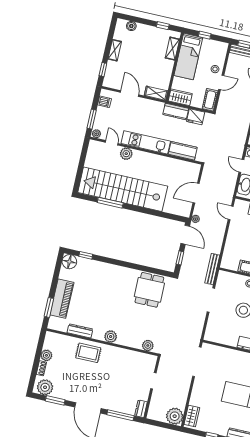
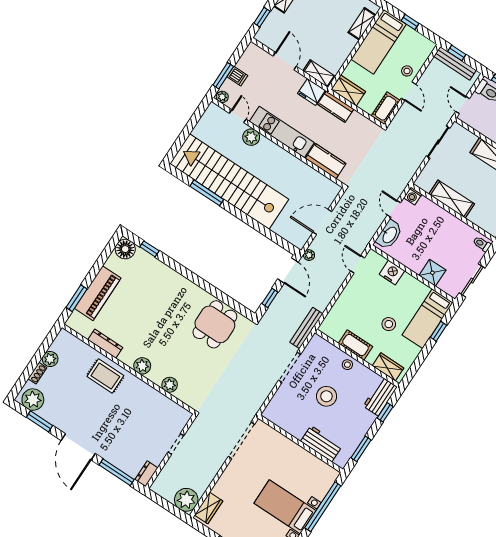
door: (221, 82) -> (408, 91), hinge flipped
dishwasher: (104, 102) -> (237, 76), moved
fridge: (196, 117) -> (311, 92), moved
plant: (148, 345) -> (170, 385), moved

